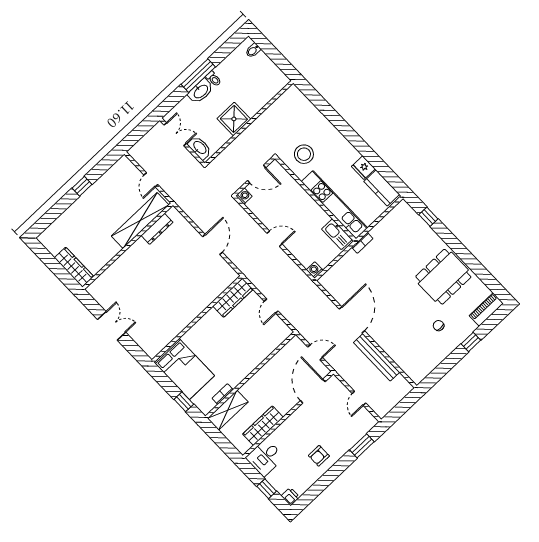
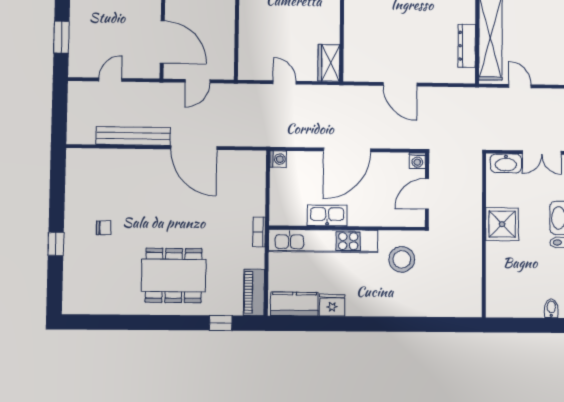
kitchen sink: (337, 234) -> (327, 215), moved
door: (275, 239) -> (347, 150), width x1.88
dining table: (443, 277) -> (174, 275), moved, turned 90
wardrobe: (233, 298) -> (329, 63), width x0.67
piano: (486, 310) -> (254, 292), moved, turned 180
door: (359, 398) -> (110, 80), hinge flipped

